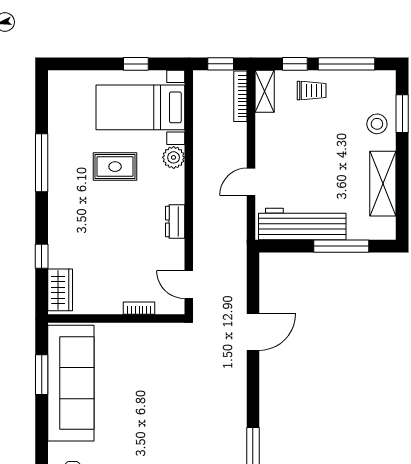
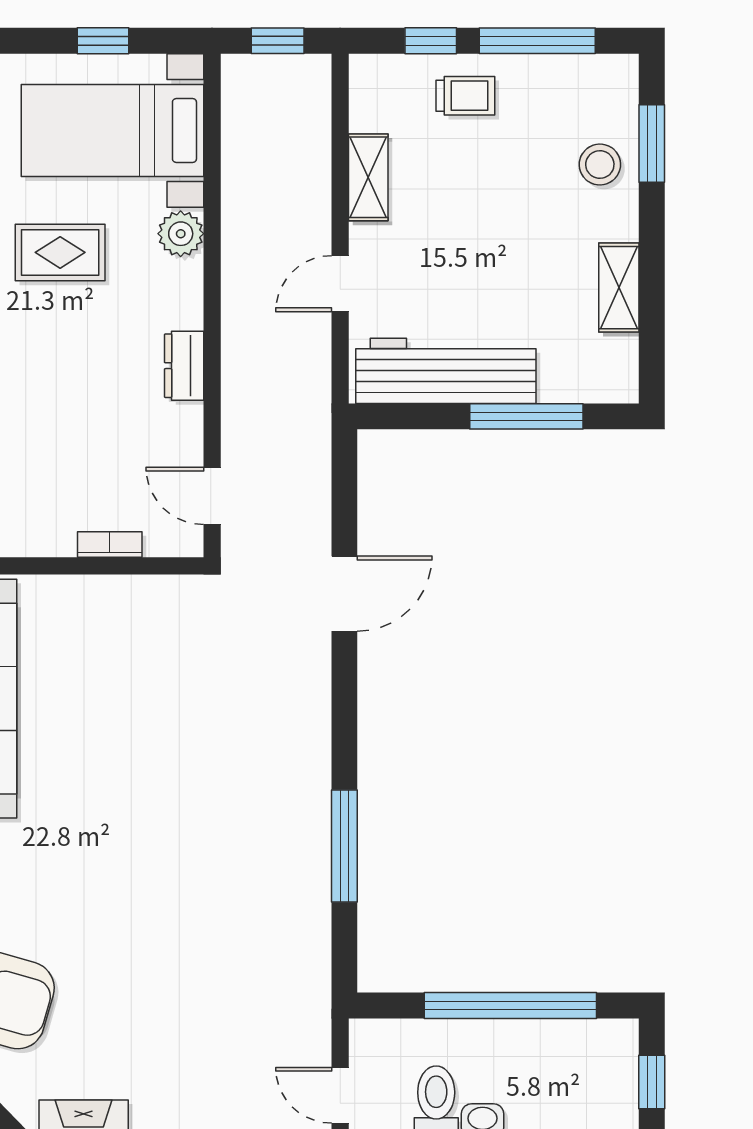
shelving: (265, 91) -> (368, 177), moved
bookcase: (240, 96) -> (318, 108), removed
shelving: (383, 184) -> (619, 288), width x0.67, depth x0.75

